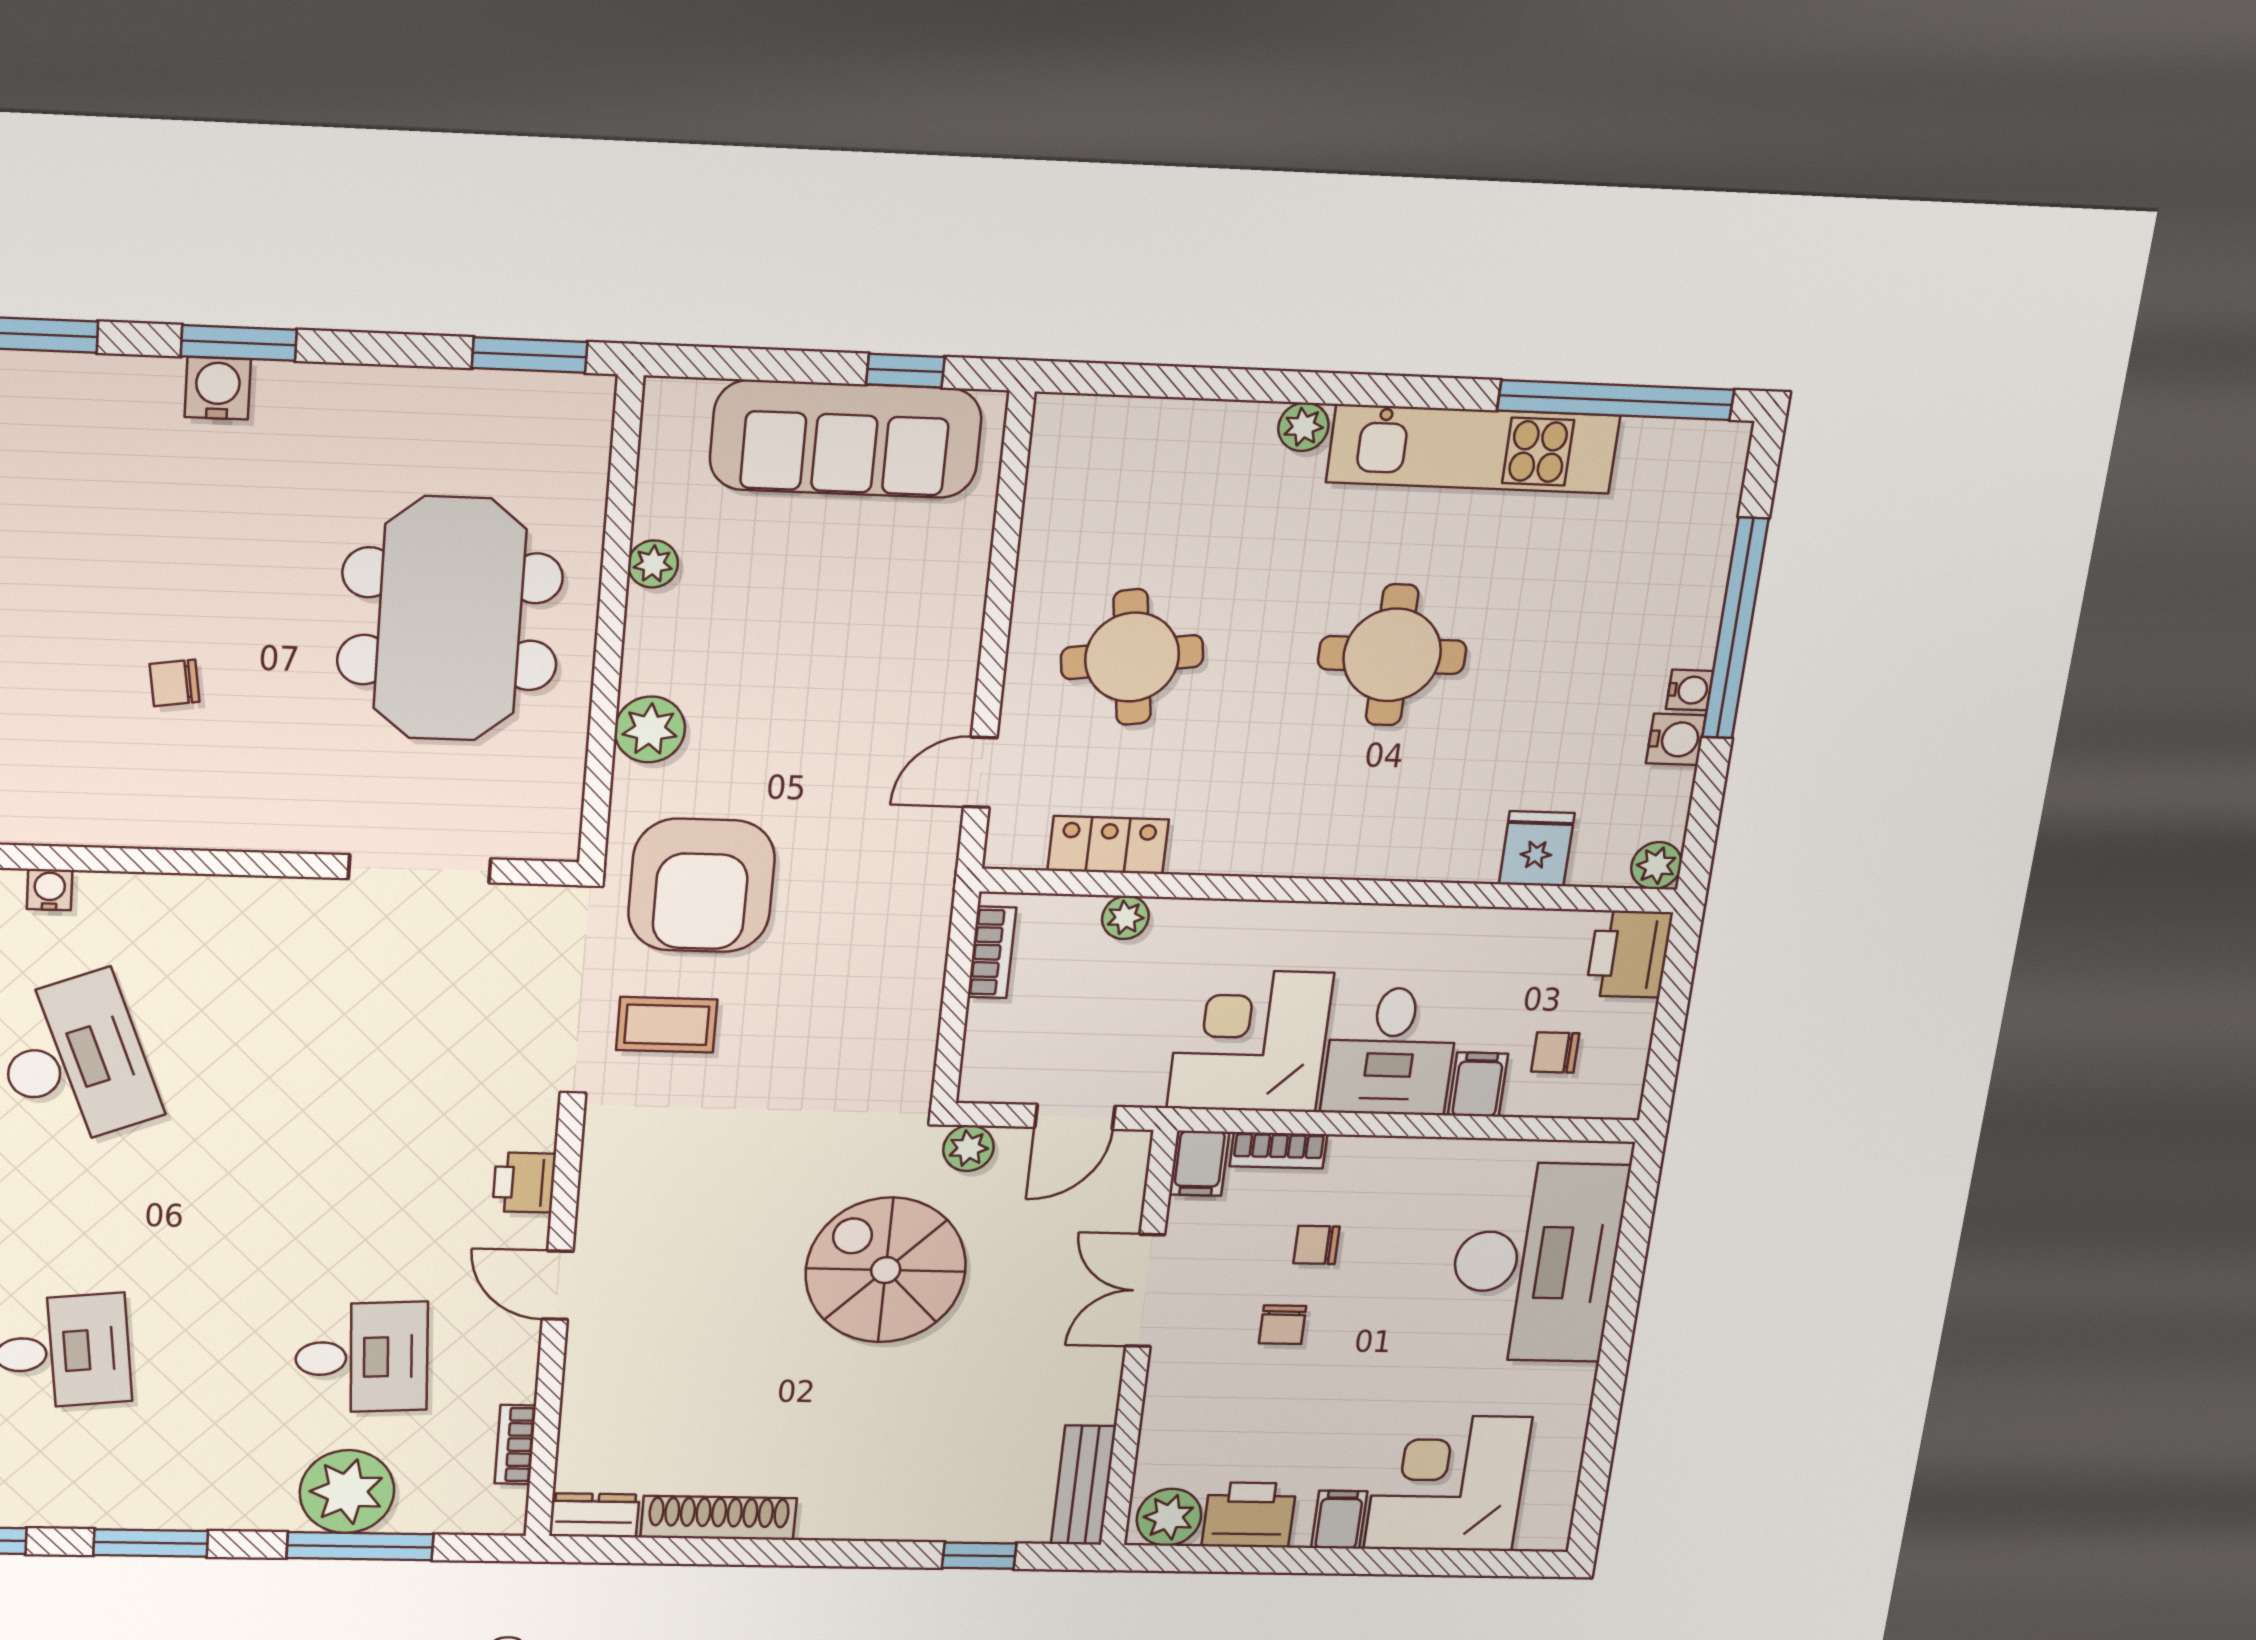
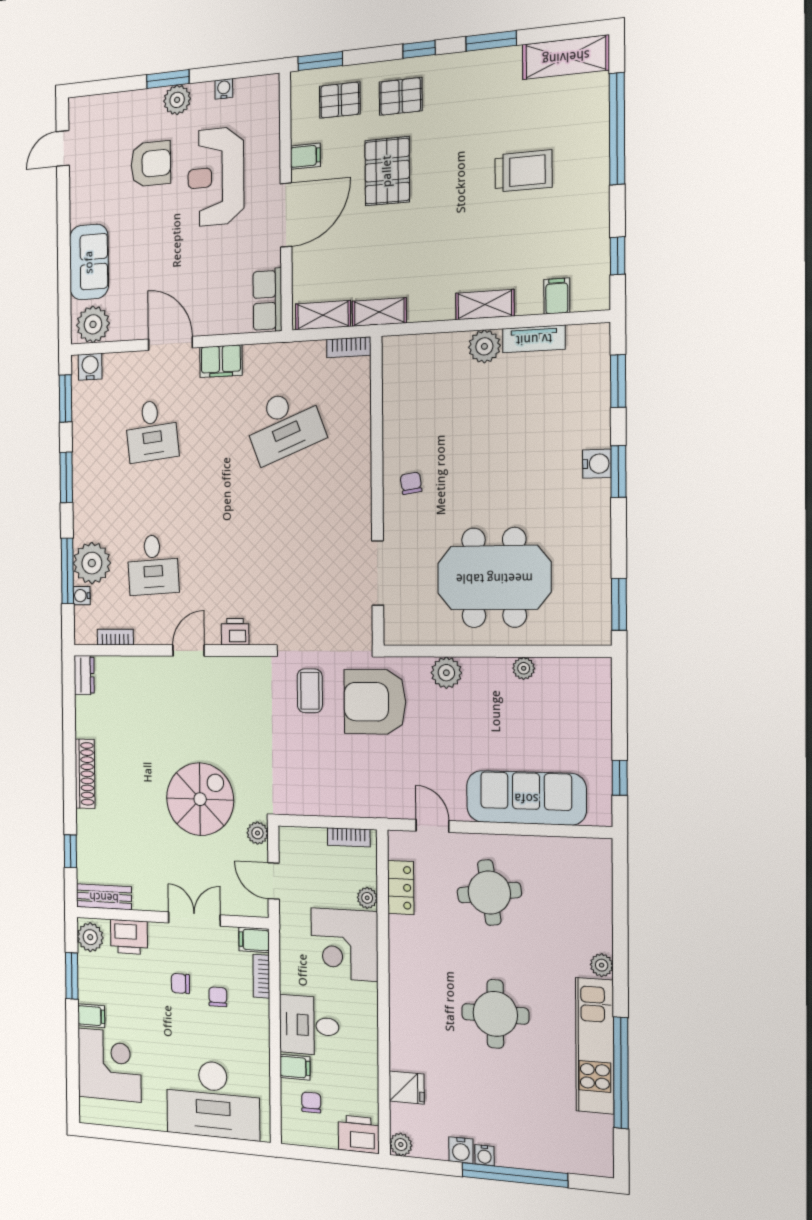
window: (1616, 400) -> (621, 1073), moved
sofa: (846, 439) -> (526, 798), moved, turned 90
chair: (175, 683) -> (411, 483), moved
water cooler: (50, 890) -> (82, 596), moved, turned 180
corner desk: (1250, 1041) -> (344, 945), moved, turned 180
printer: (1249, 1515) -> (129, 937), moved, turned 90
shoe rack: (719, 1518) -> (85, 774), moved
window: (1250, 1560) -> (72, 976), added

